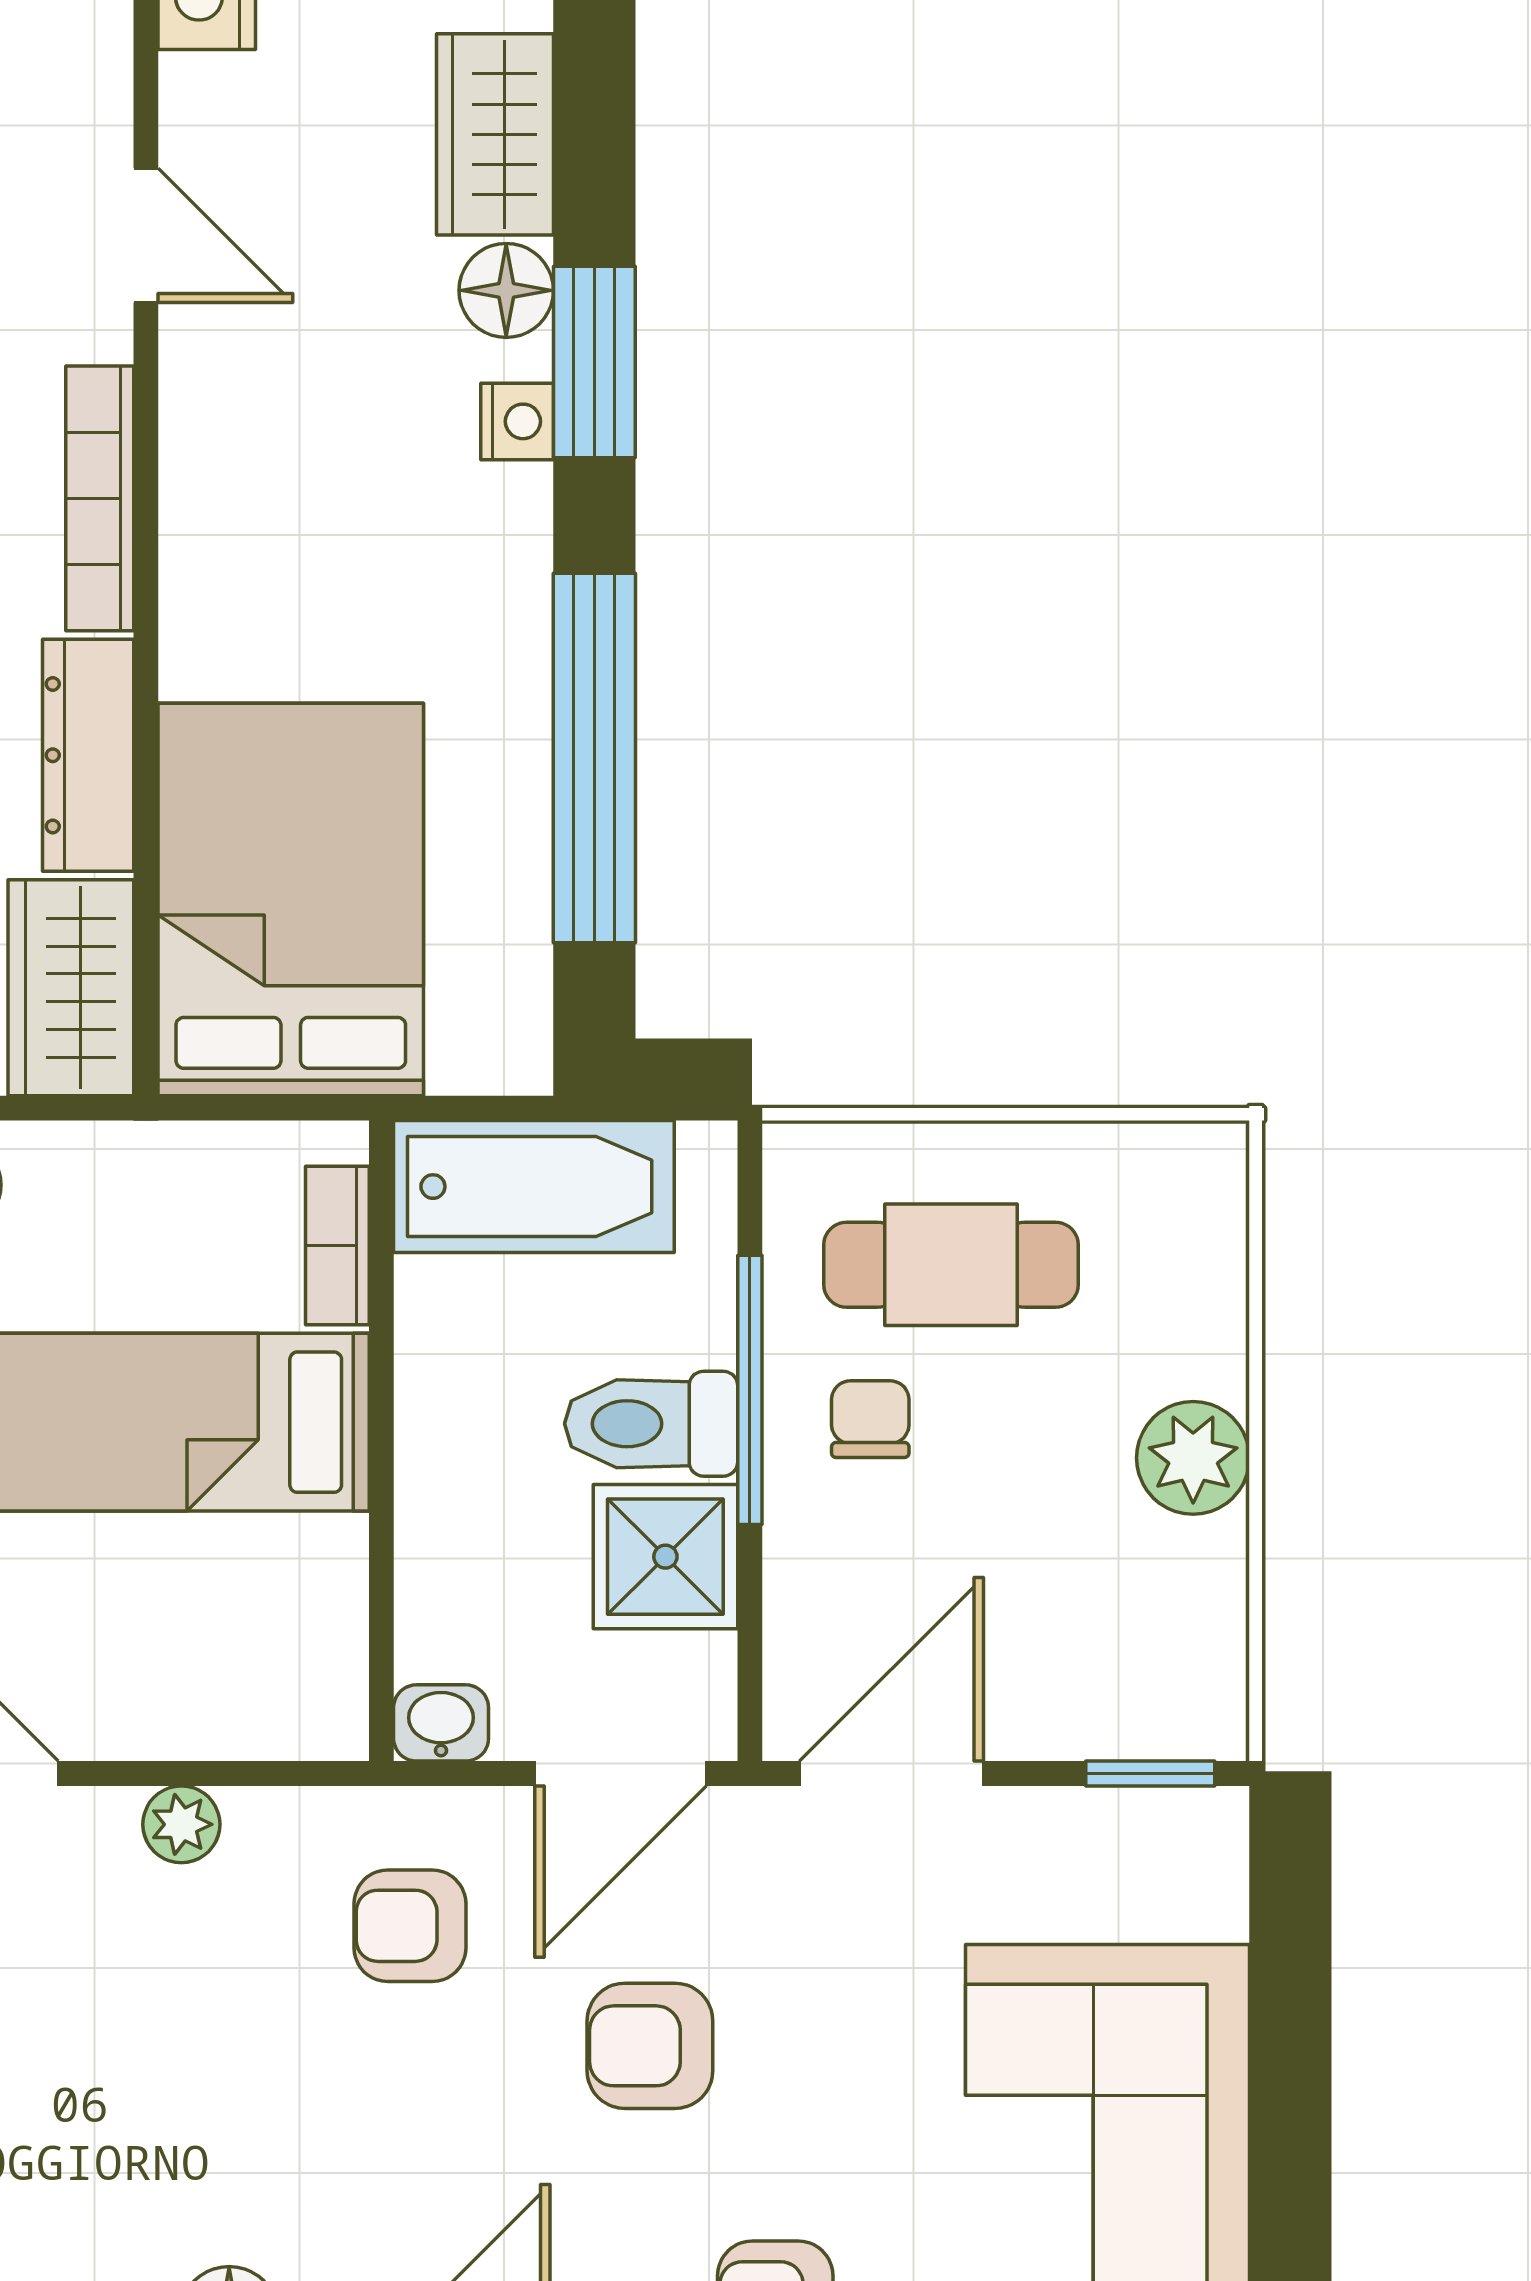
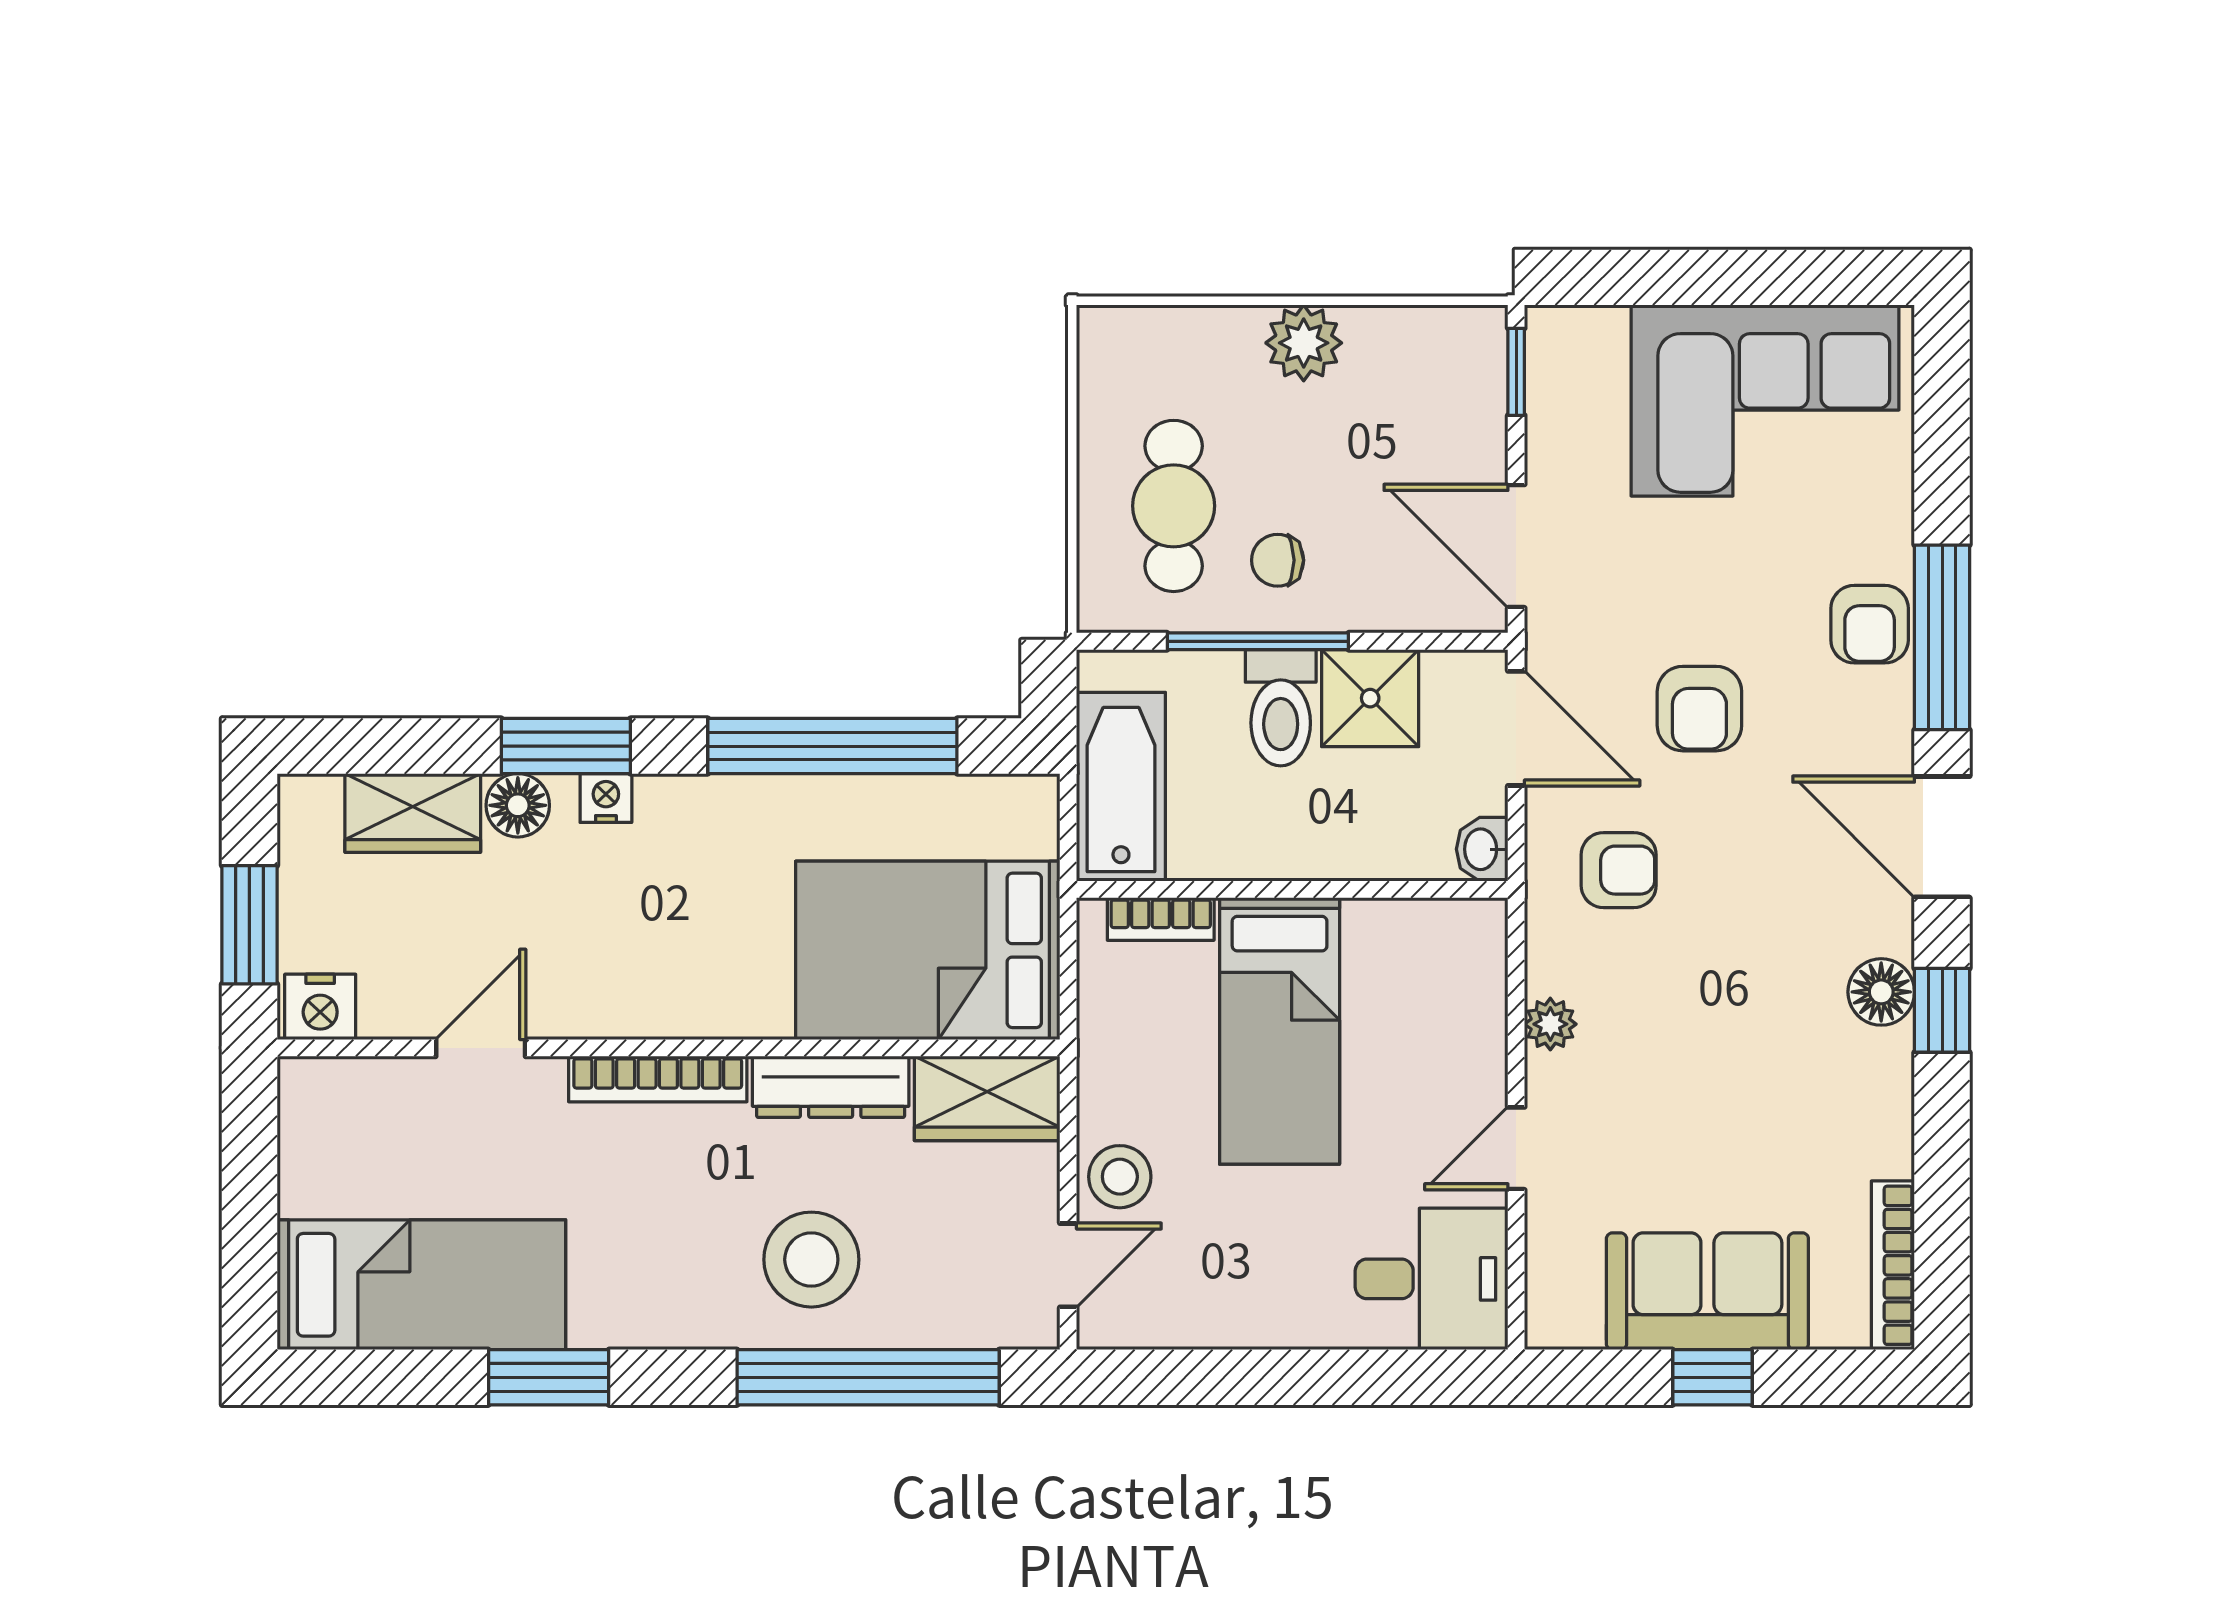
armchair: (410, 1926) -> (1619, 870), turned -90

